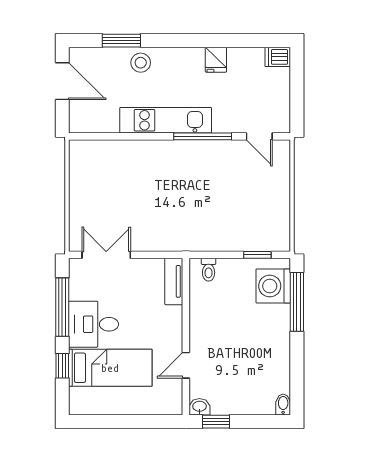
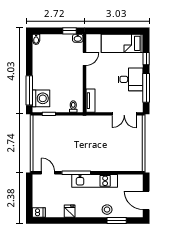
bed: (110, 368) -> (122, 43), moved

